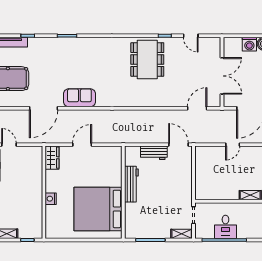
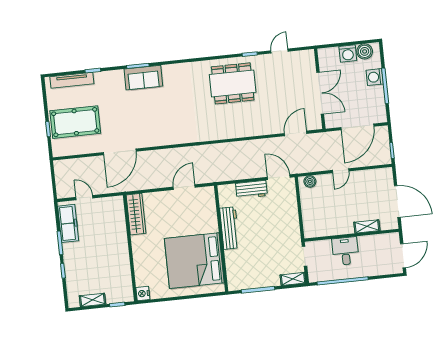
door: (191, 36) -> (279, 51), swing flipped
dining table: (147, 59) -> (233, 83), turned 90
sofa: (79, 98) -> (143, 78), moved, turned 180
door: (82, 145) -> (184, 187), moved
boiler: (205, 151) -> (310, 181), added
wardrobe: (52, 158) -> (136, 214), width x1.50
nightstand: (51, 199) -> (143, 293), moved
desk: (225, 227) -> (345, 251), moved, turned 180

